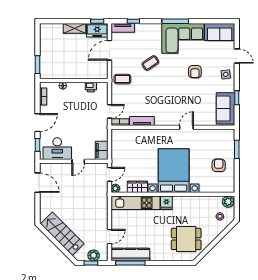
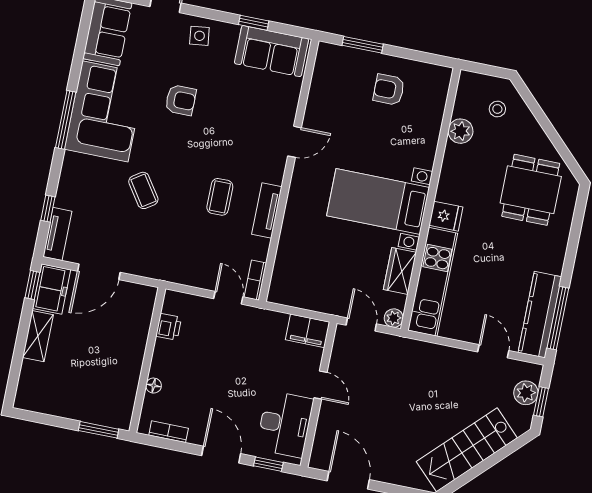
door: (109, 50) -> (99, 272), hinge flipped
coffee table: (122, 79) -> (220, 197), moved
tv unit: (142, 121) -> (267, 211), moved
door: (186, 127) -> (295, 142), swing flipped
bed with nightstands: (174, 171) -> (378, 202), width x0.73
door: (38, 183) -> (348, 480), hinge flipped
plant: (228, 202) -> (461, 131), moved

